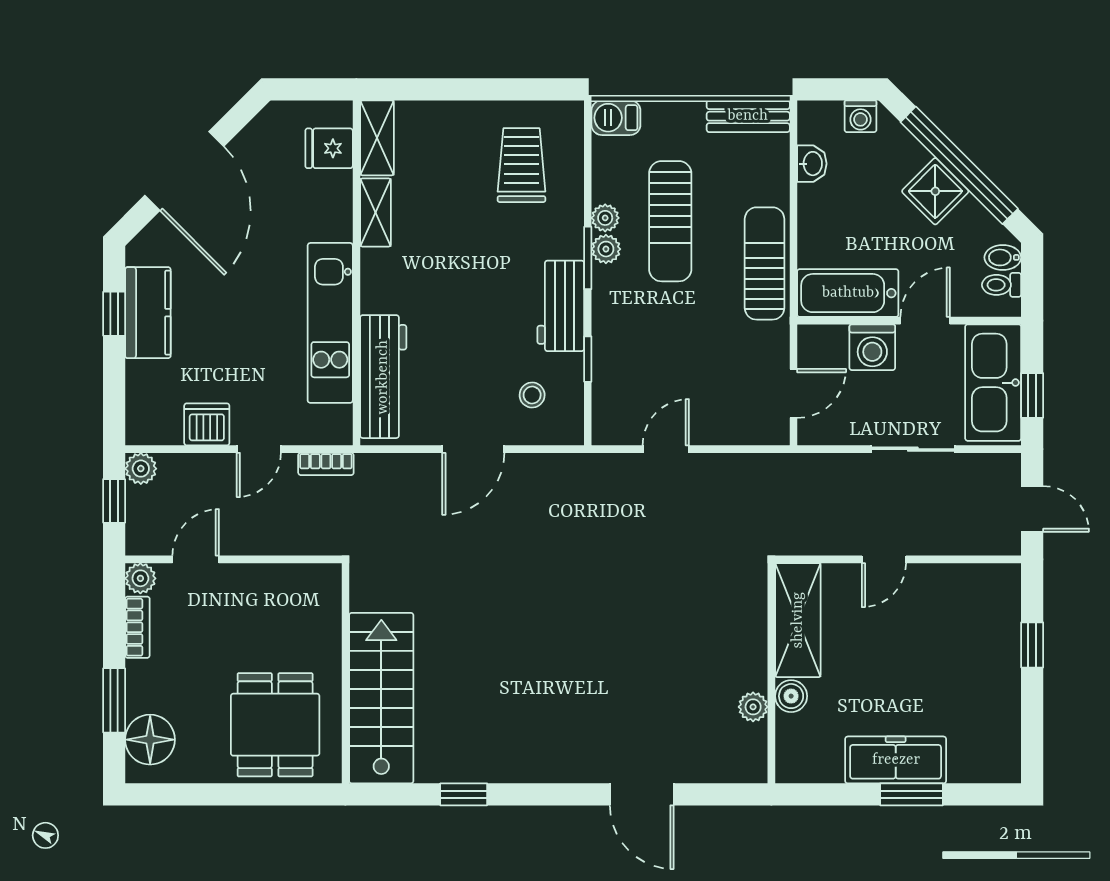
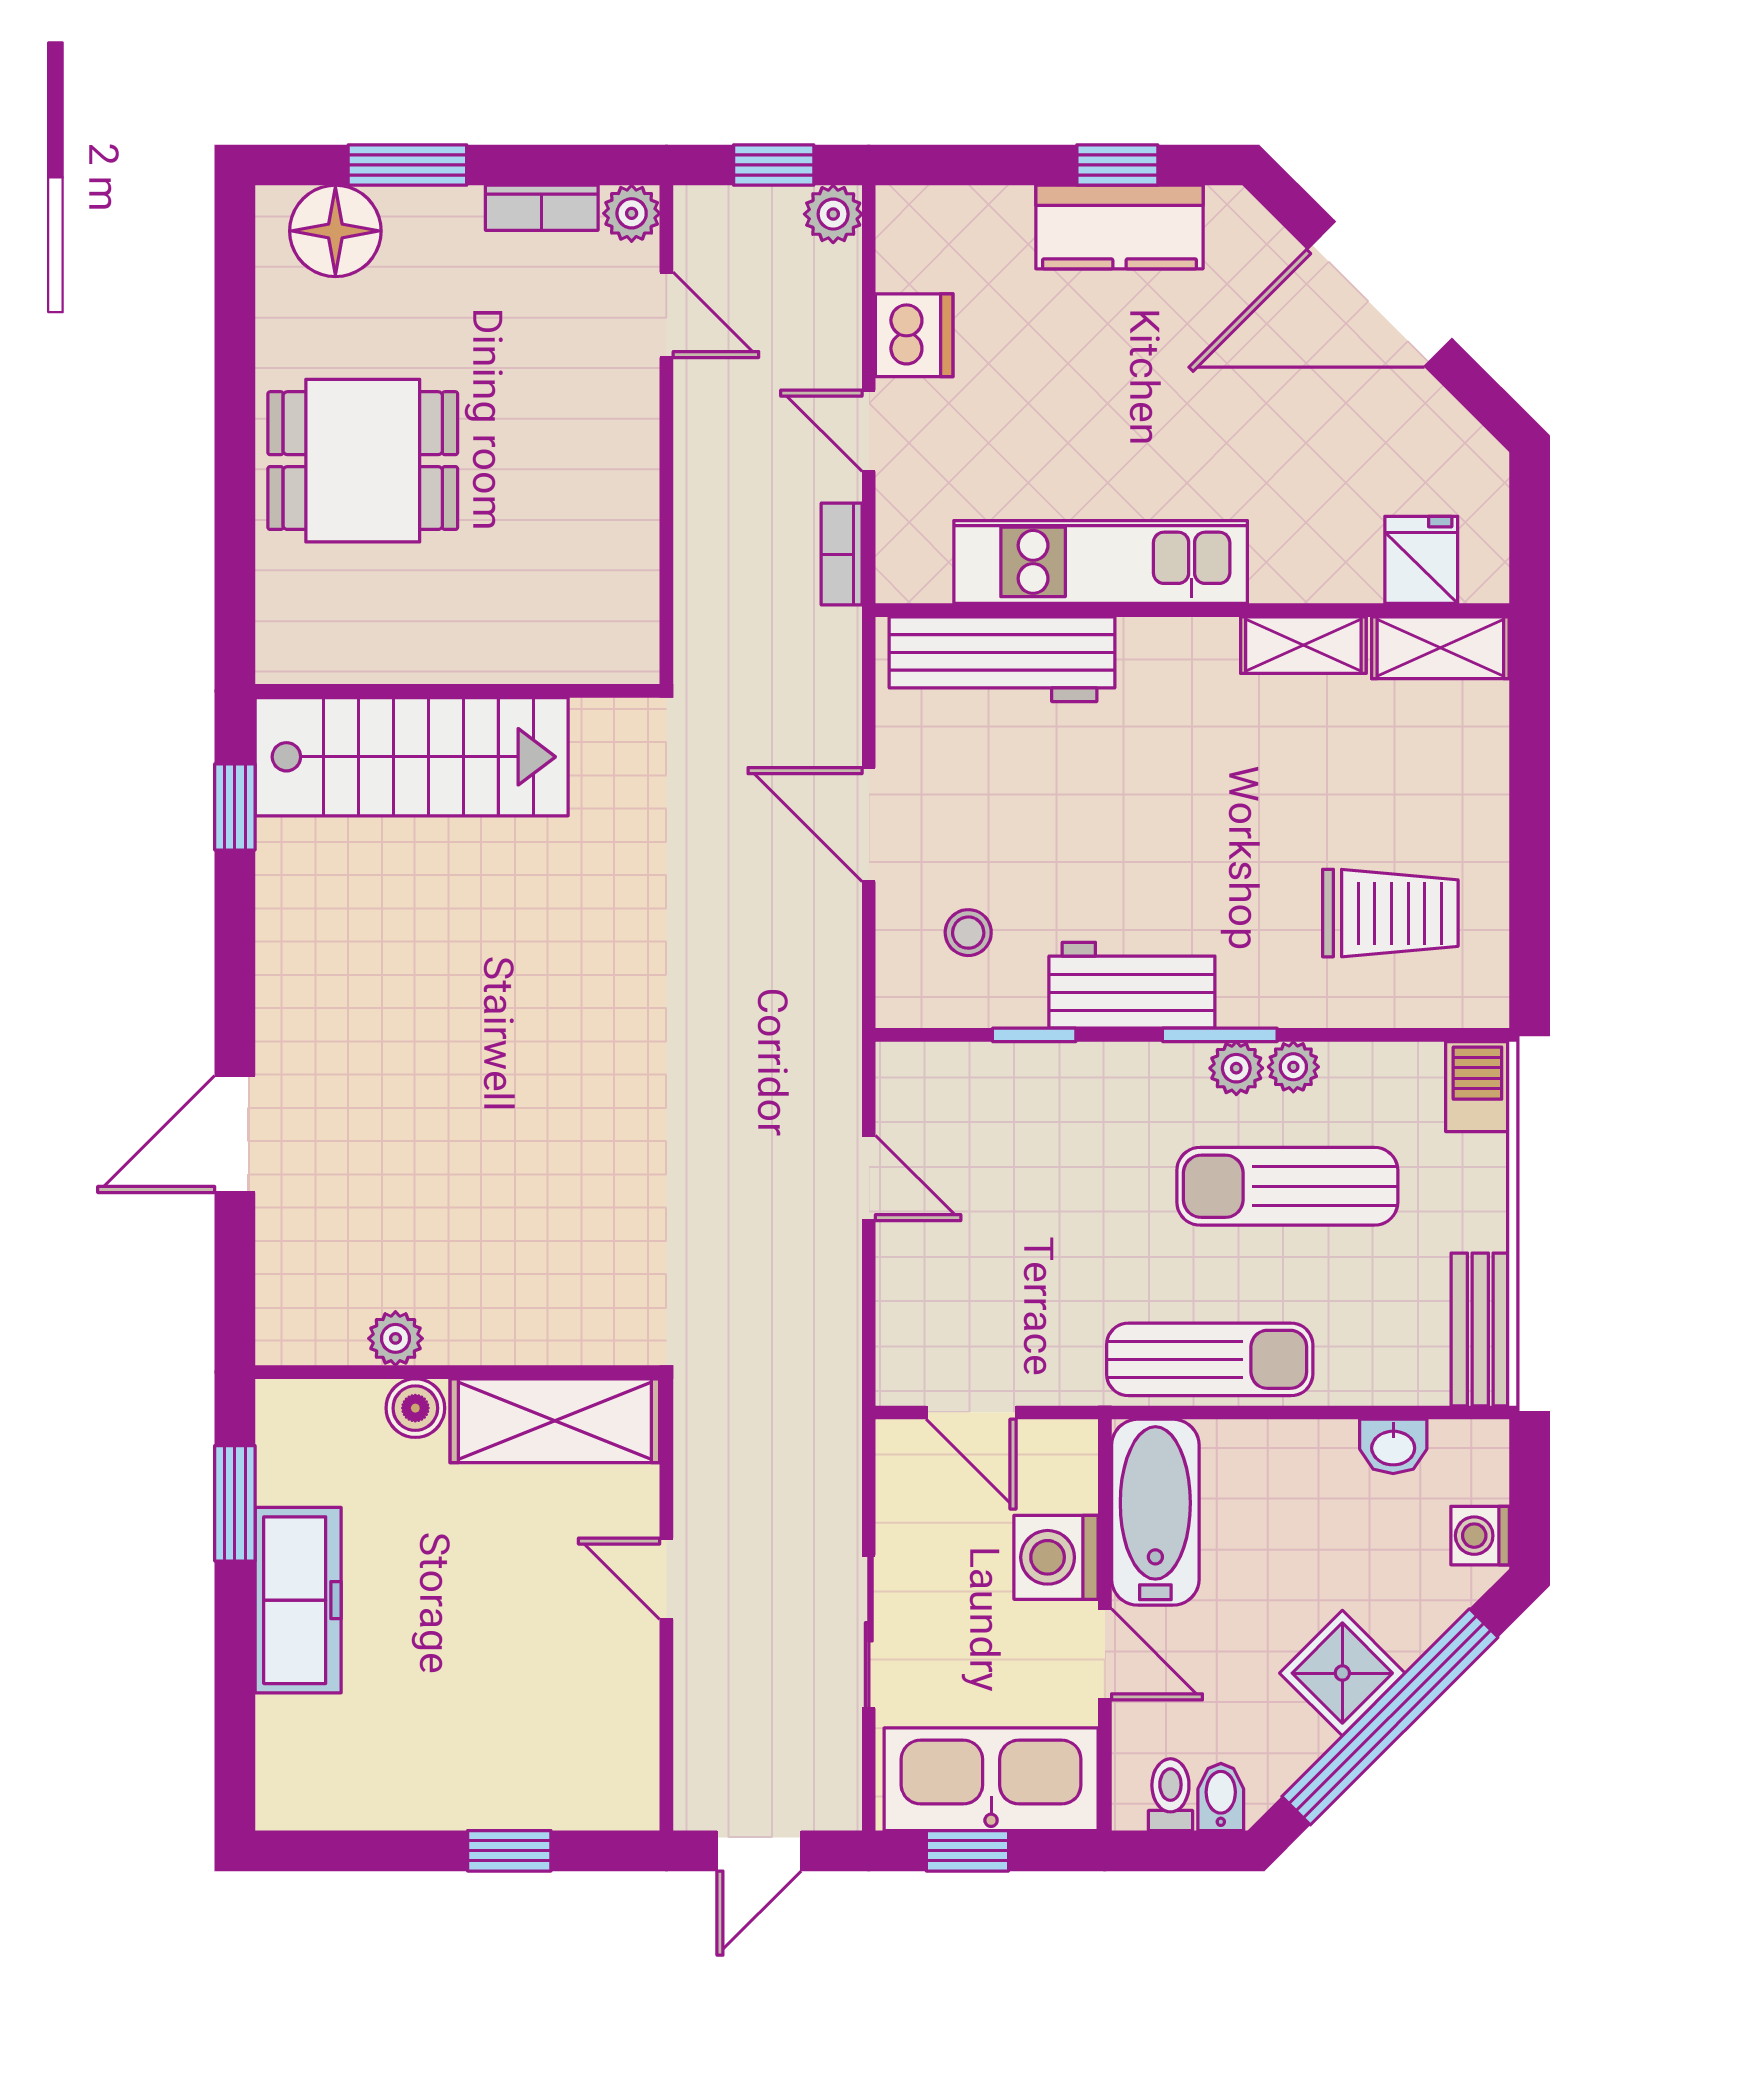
wall: (345, 673) -> (457, 691), moved
stairs: (381, 698) -> (412, 757), moved
window: (912, 794) -> (235, 1503), moved

